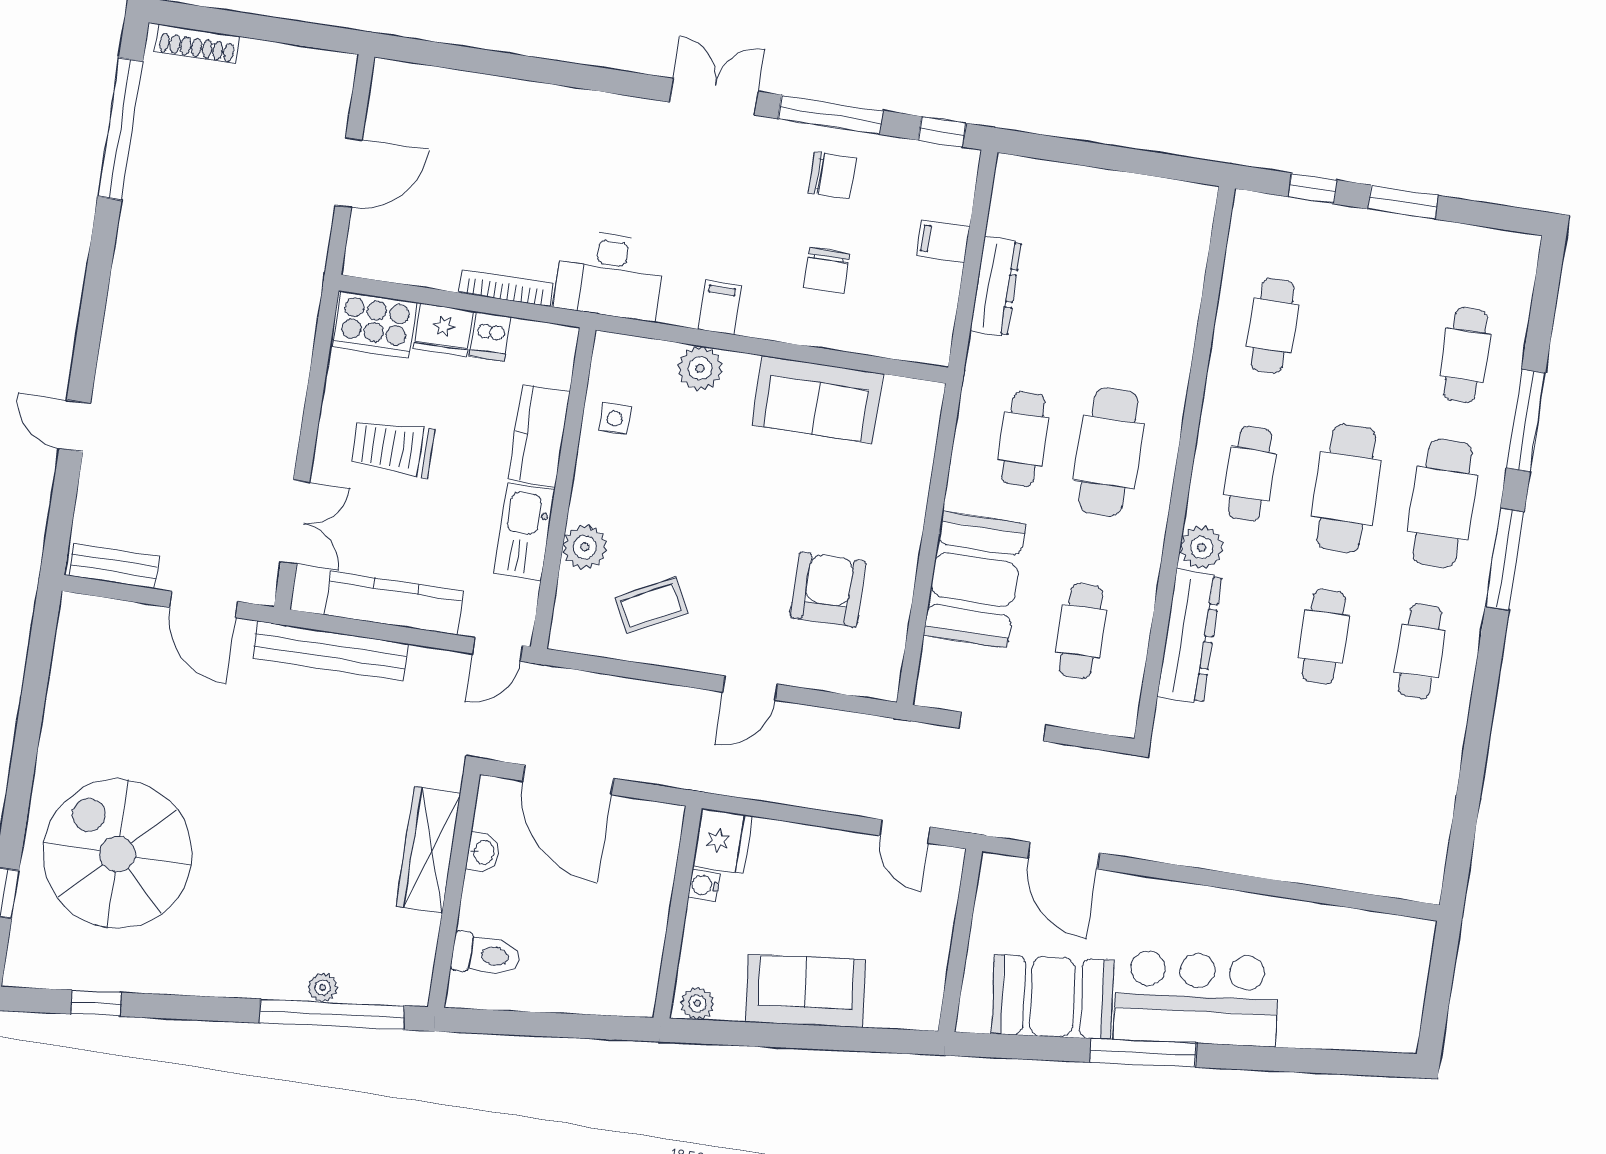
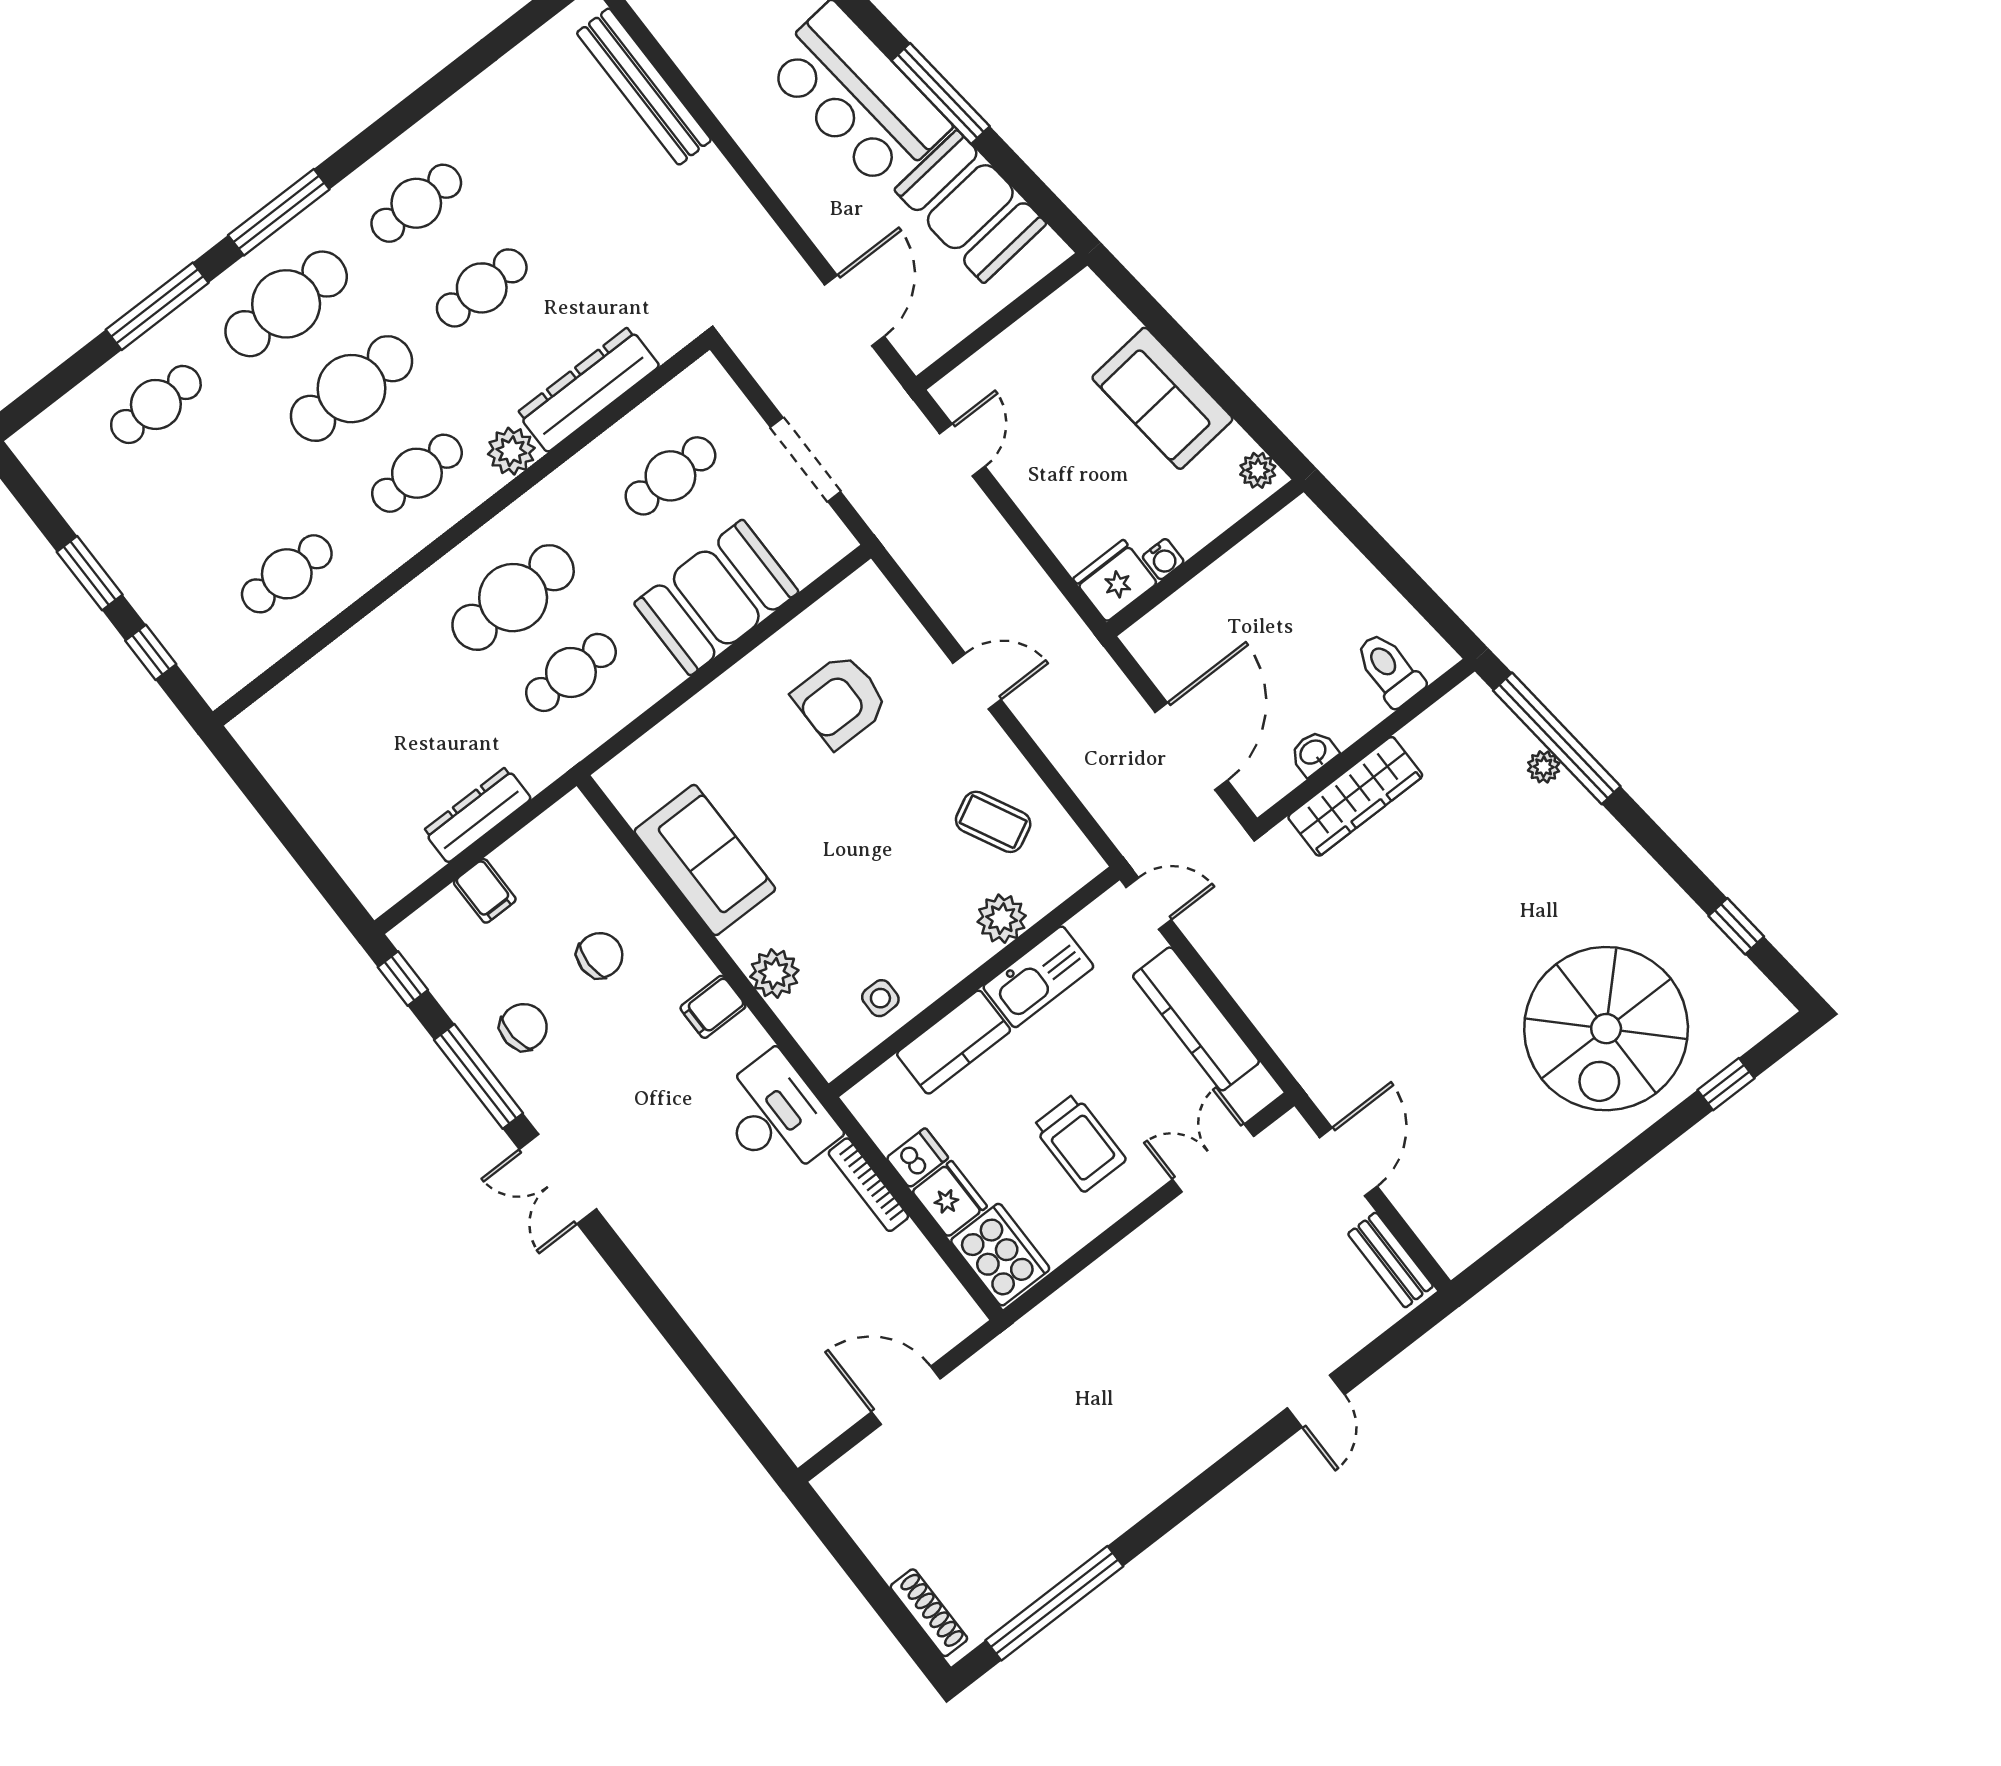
chair: (832, 175) -> (524, 1027), turned 85
bench: (330, 651) -> (644, 87), moved

